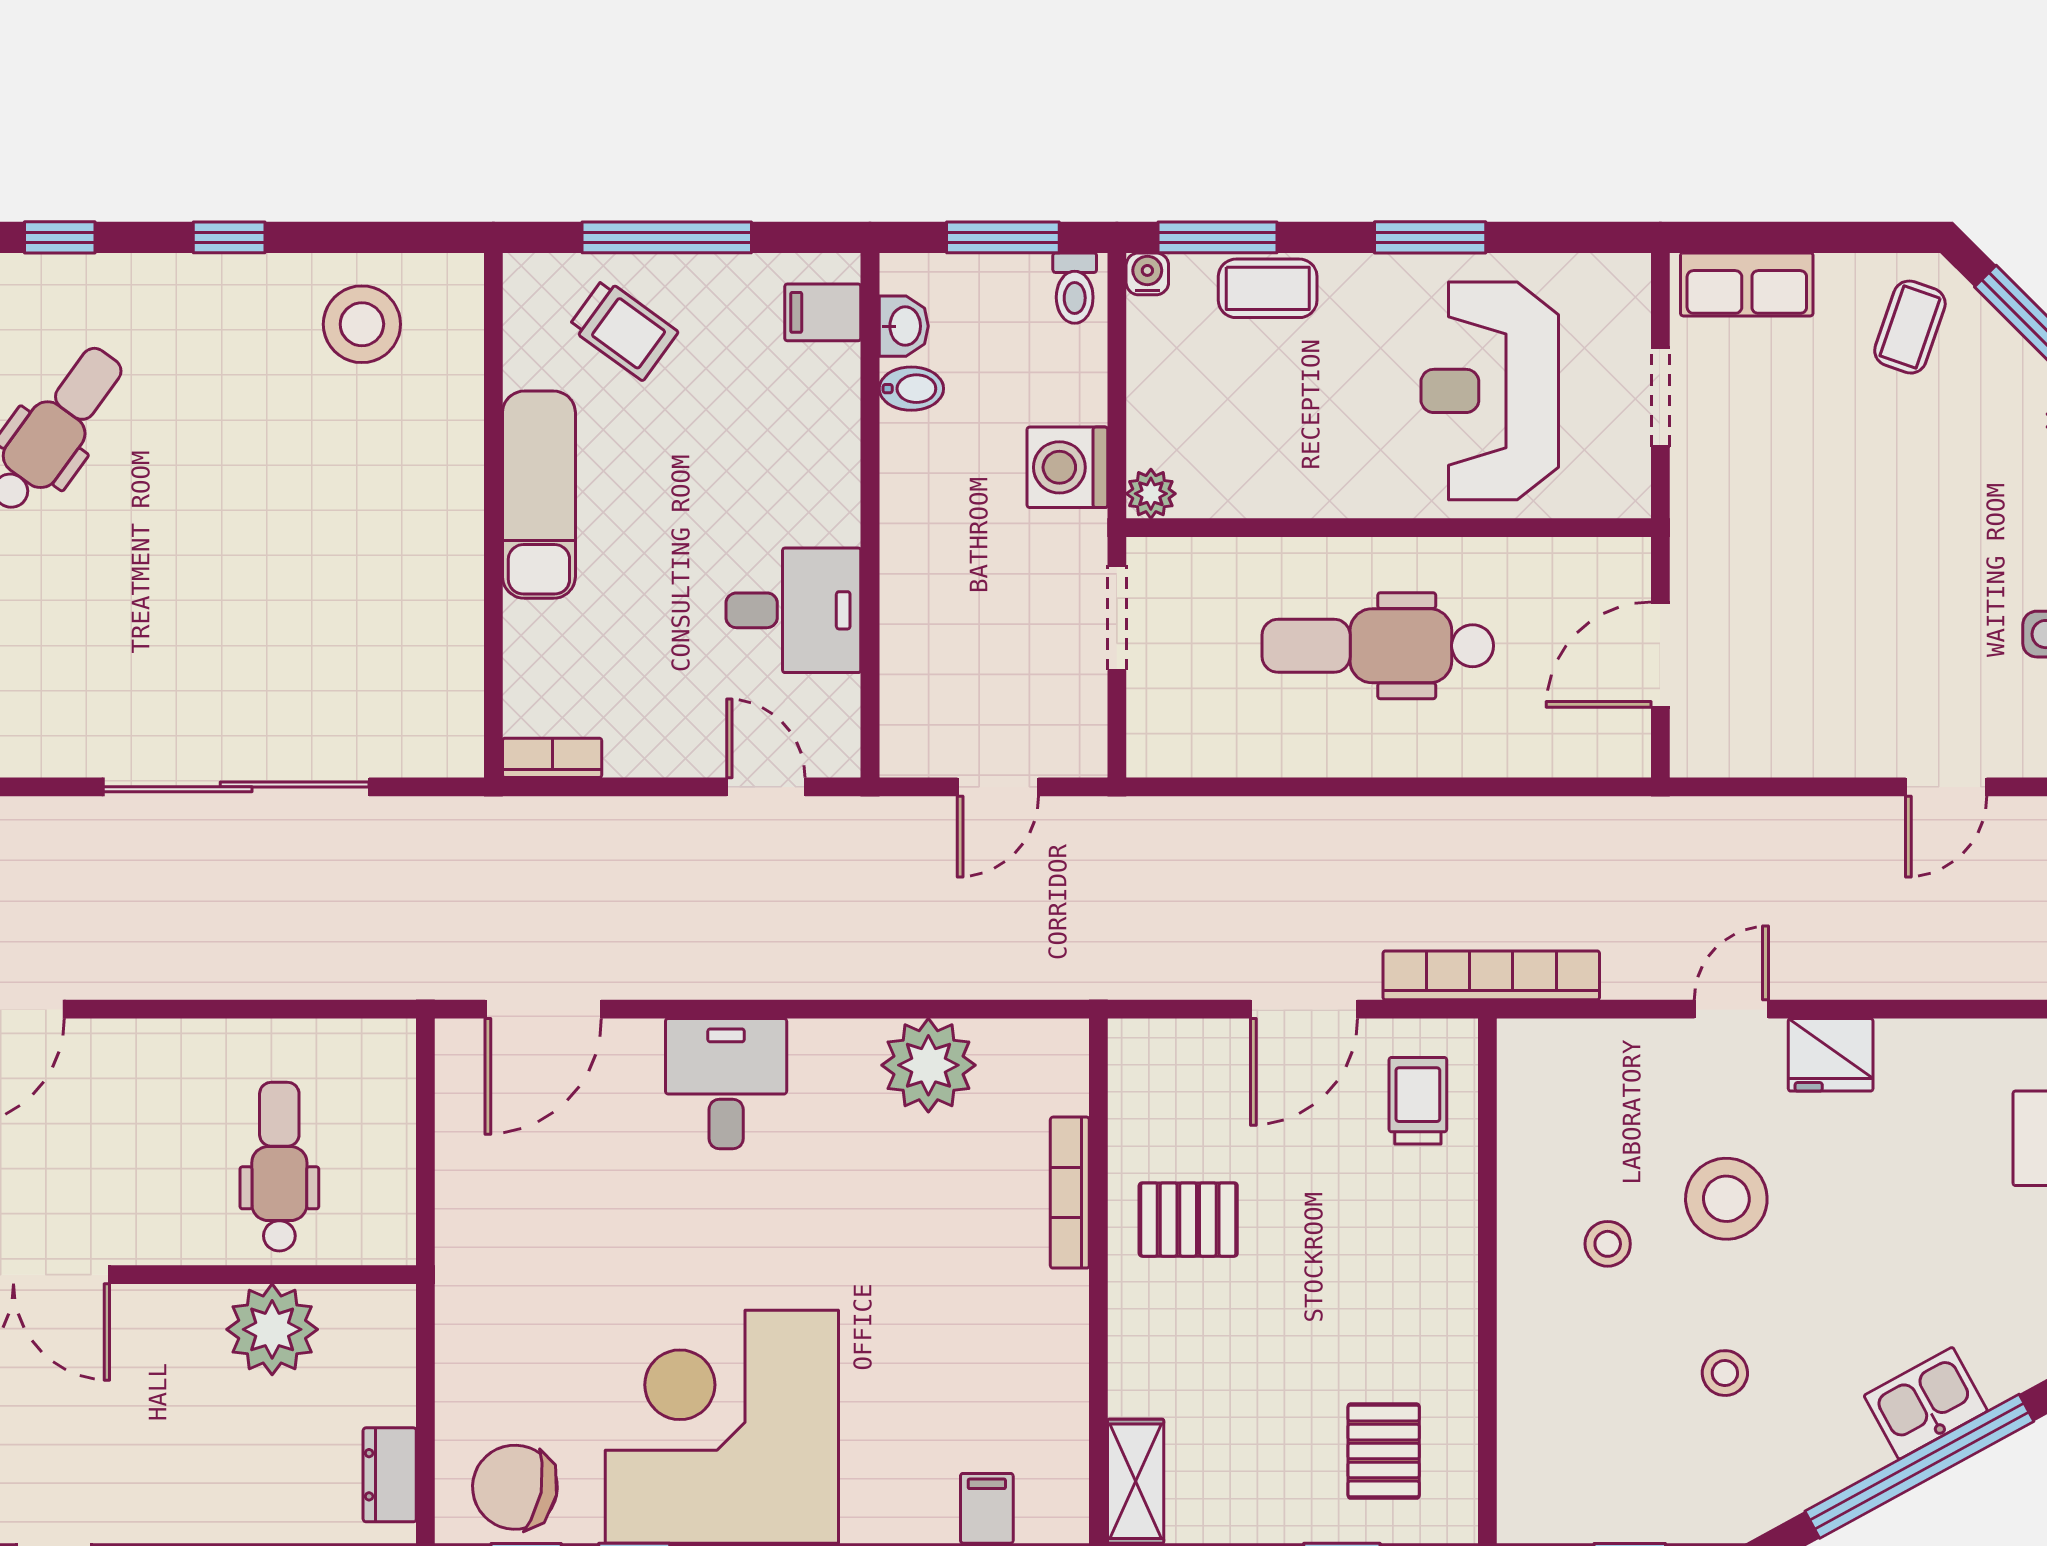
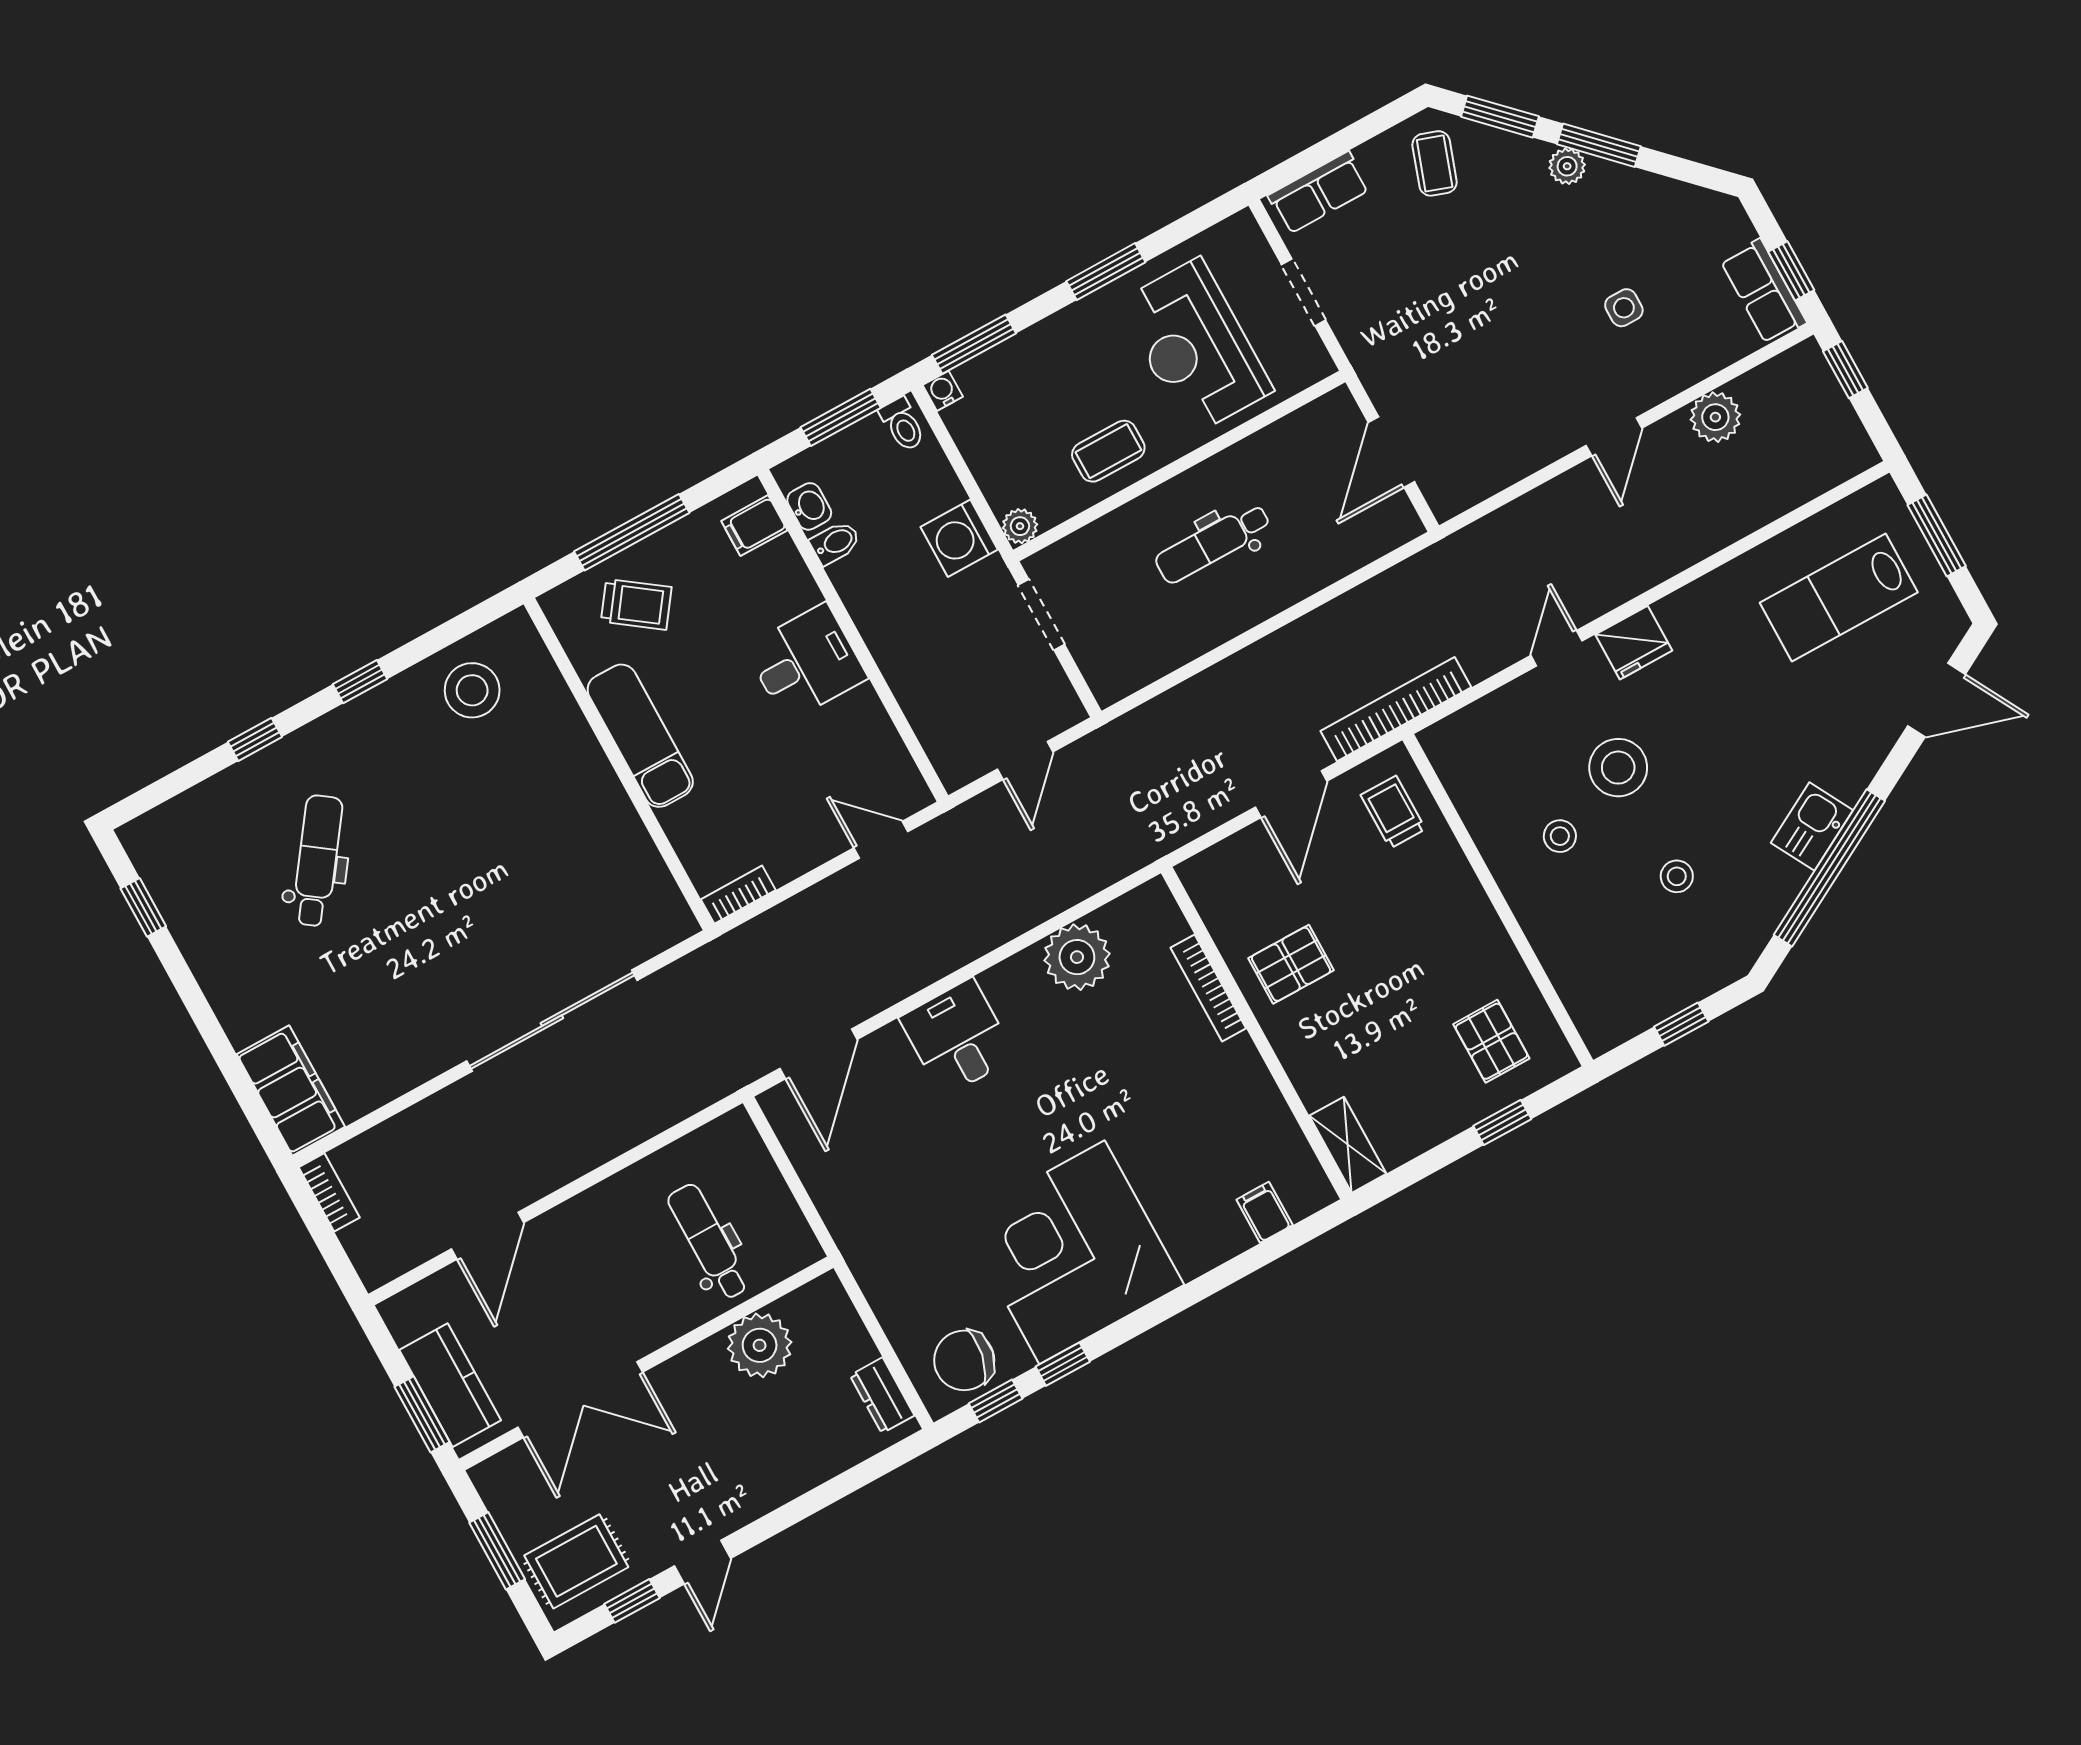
coffee table: (1268, 288) -> (1108, 451), moved
desk: (793, 610) -> (806, 663), moved
dental chair: (1378, 646) -> (1213, 543), width x0.73, depth x0.72

